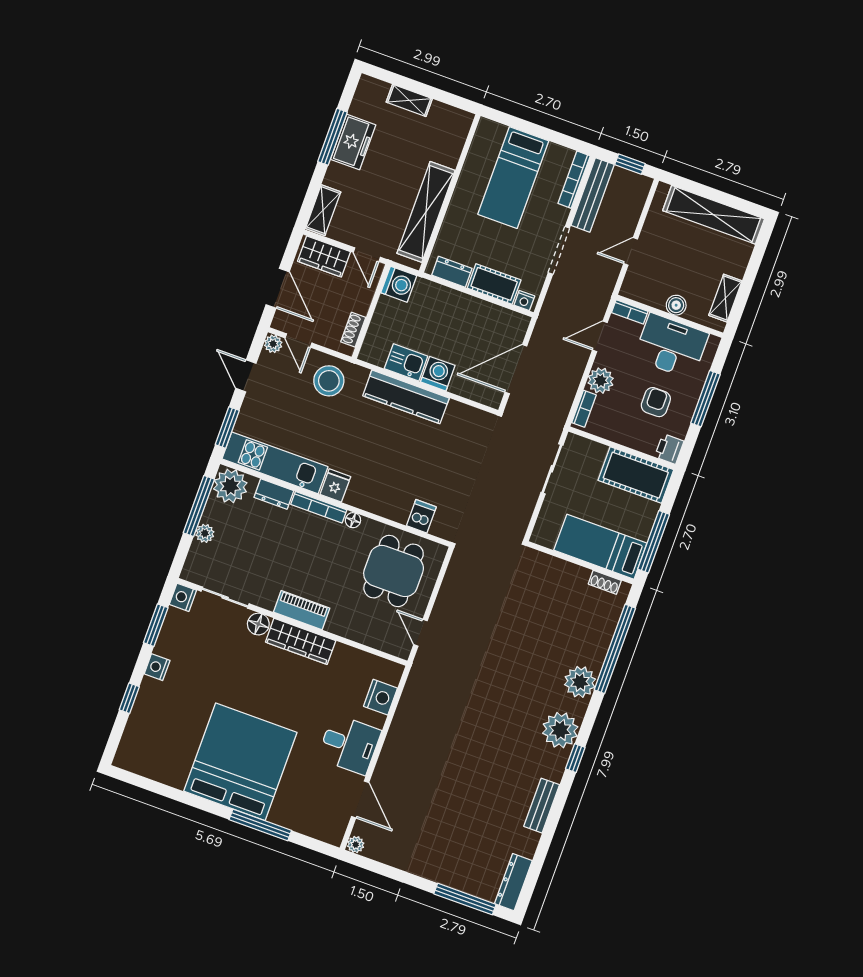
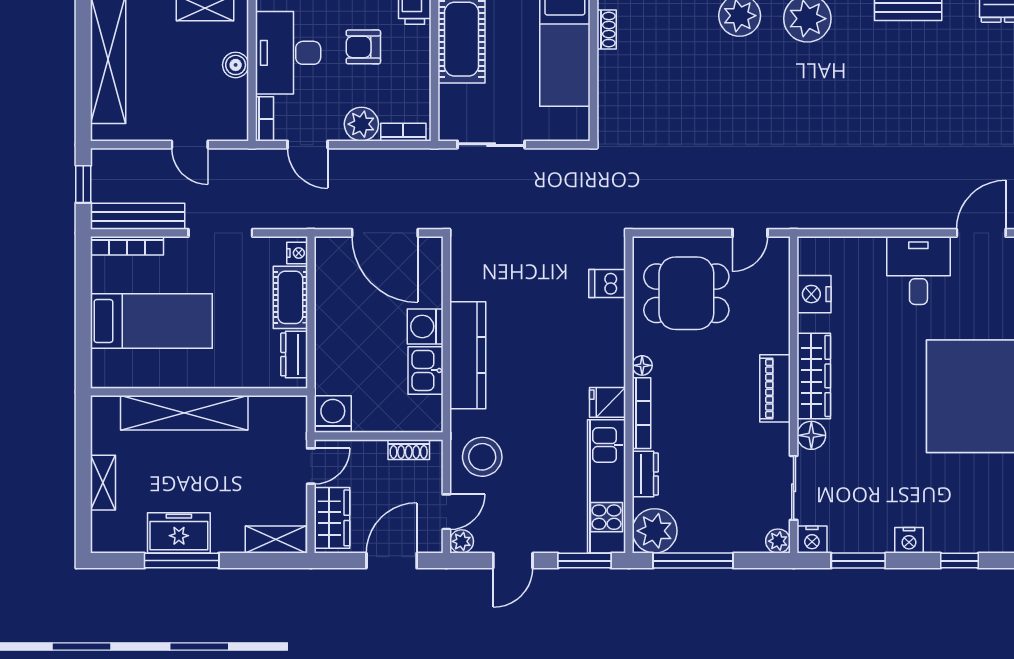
shelving: (426, 212) -> (184, 413), moved
plant: (205, 533) -> (778, 541), moved
nightstand: (381, 697) -> (814, 294), moved, turned -90

